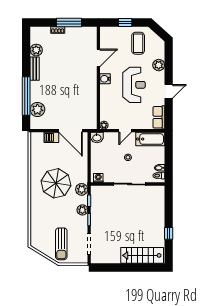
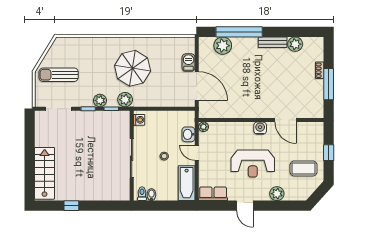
door: (71, 131) -> (197, 86), swing flipped
washbasin: (97, 138) -> (188, 134), moved

